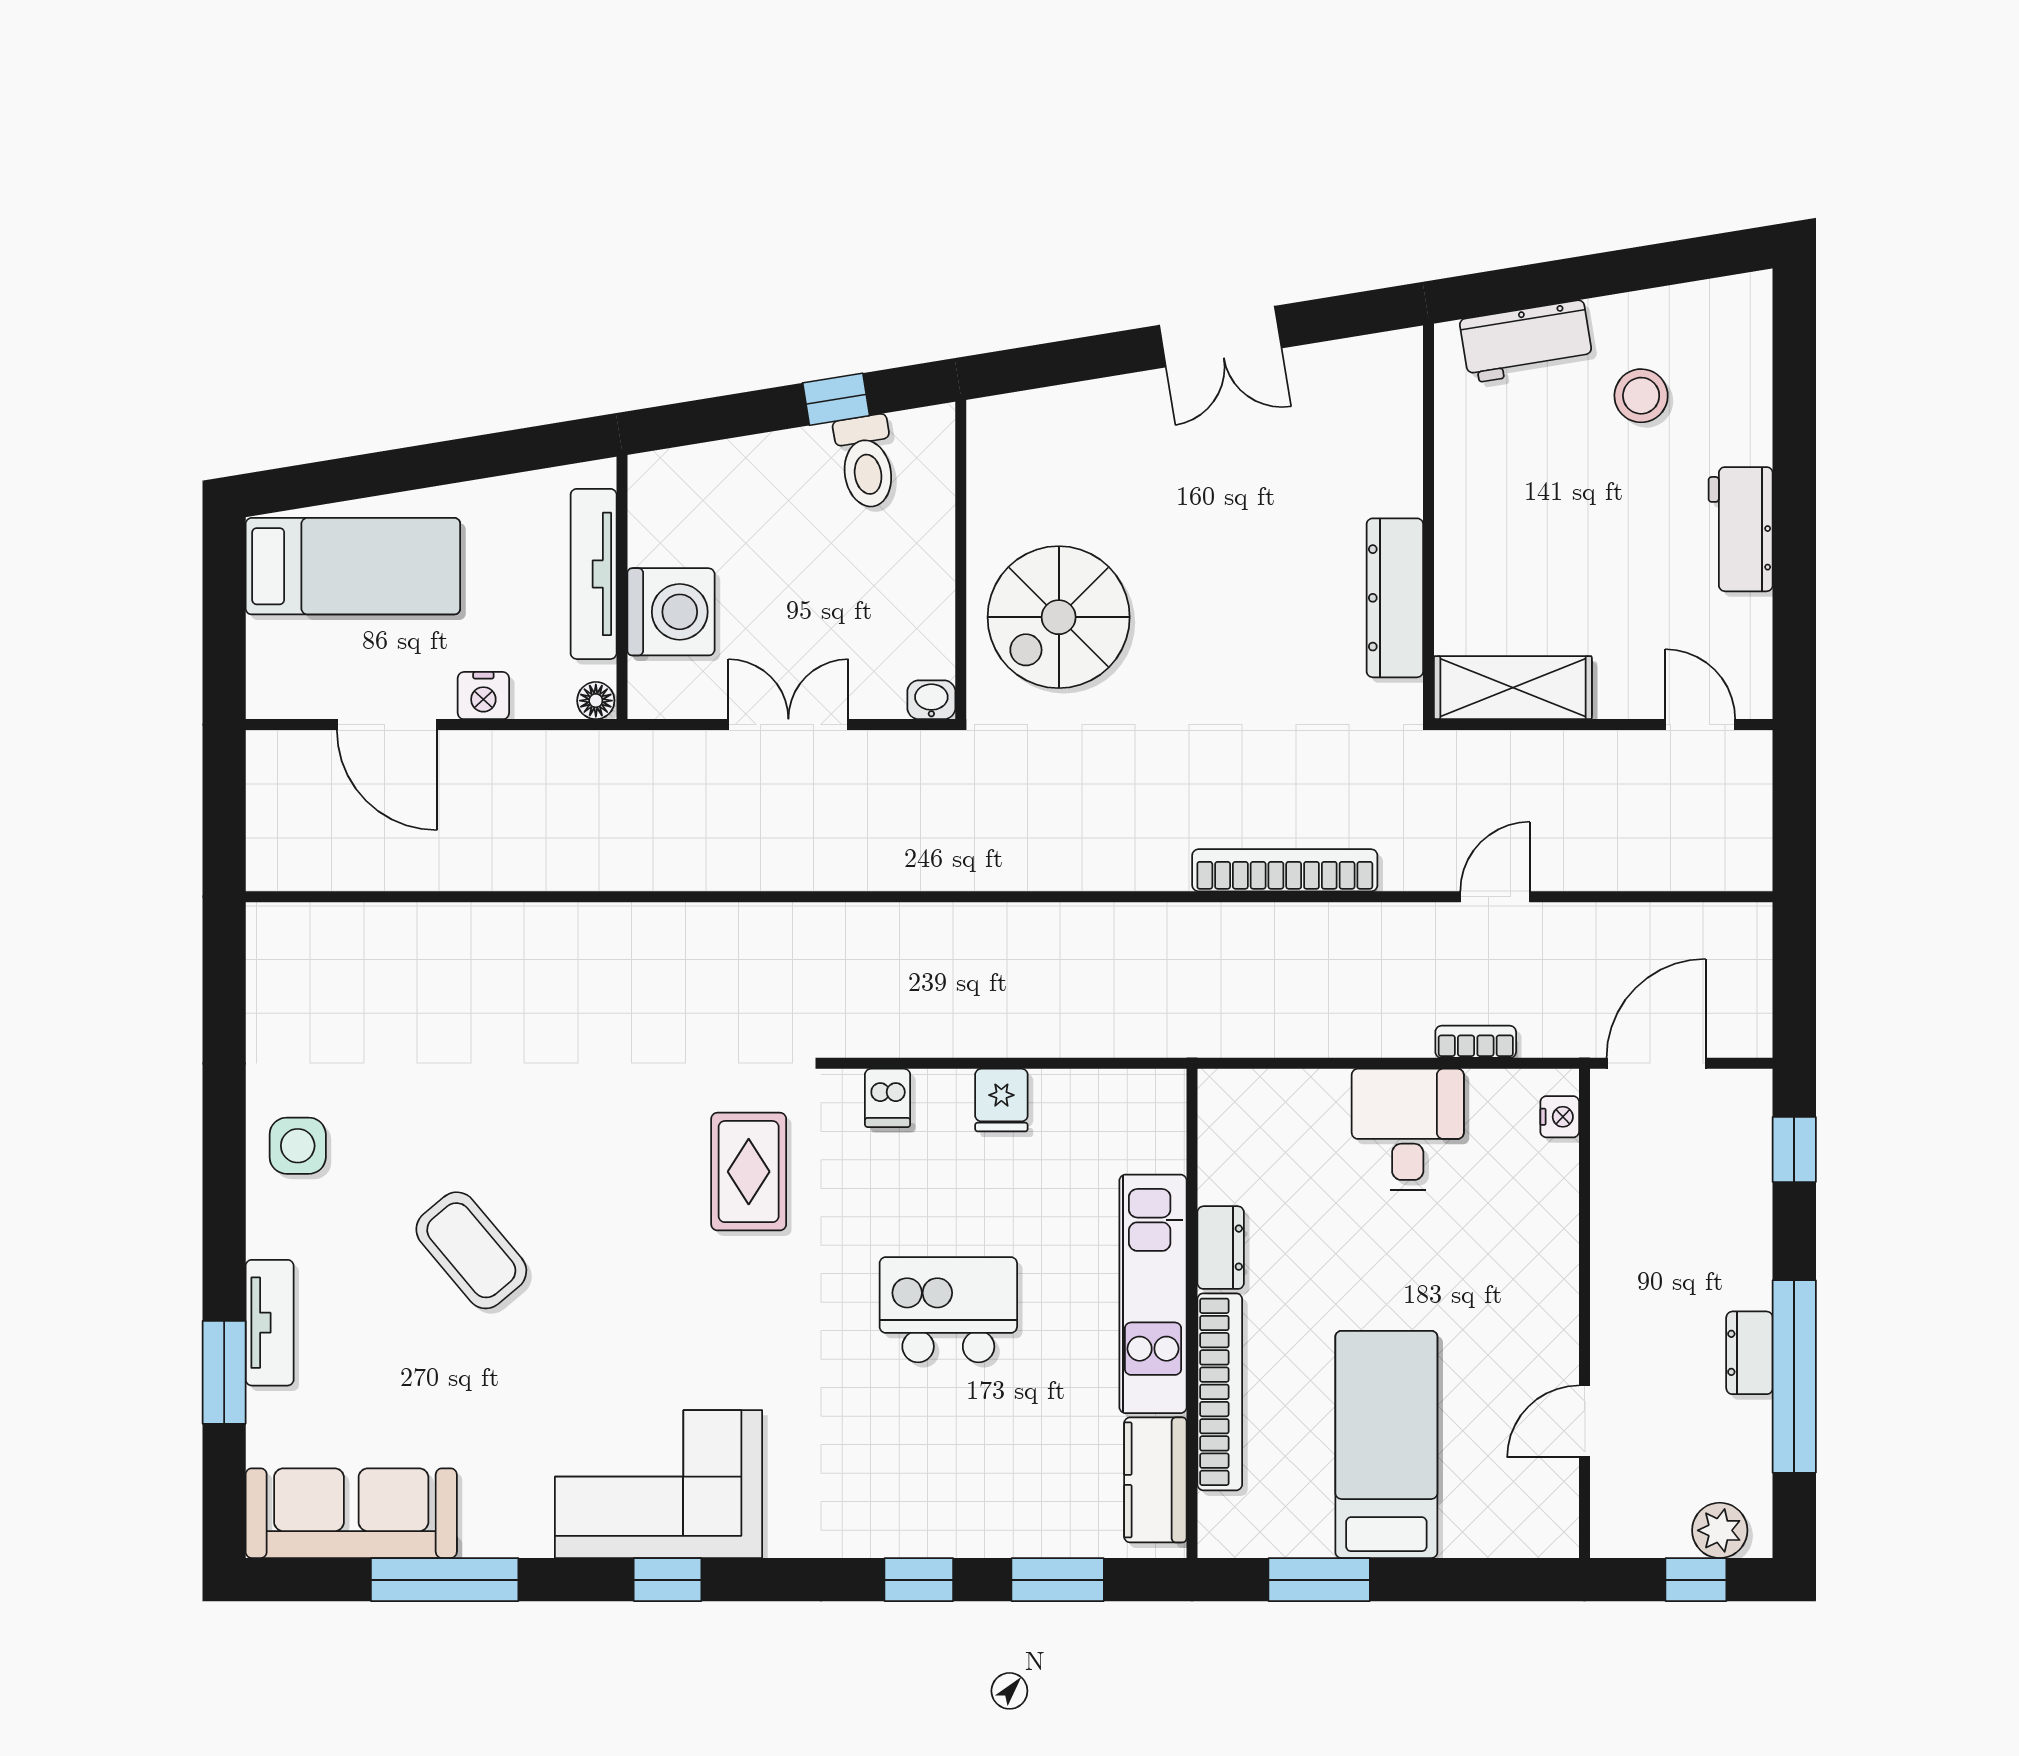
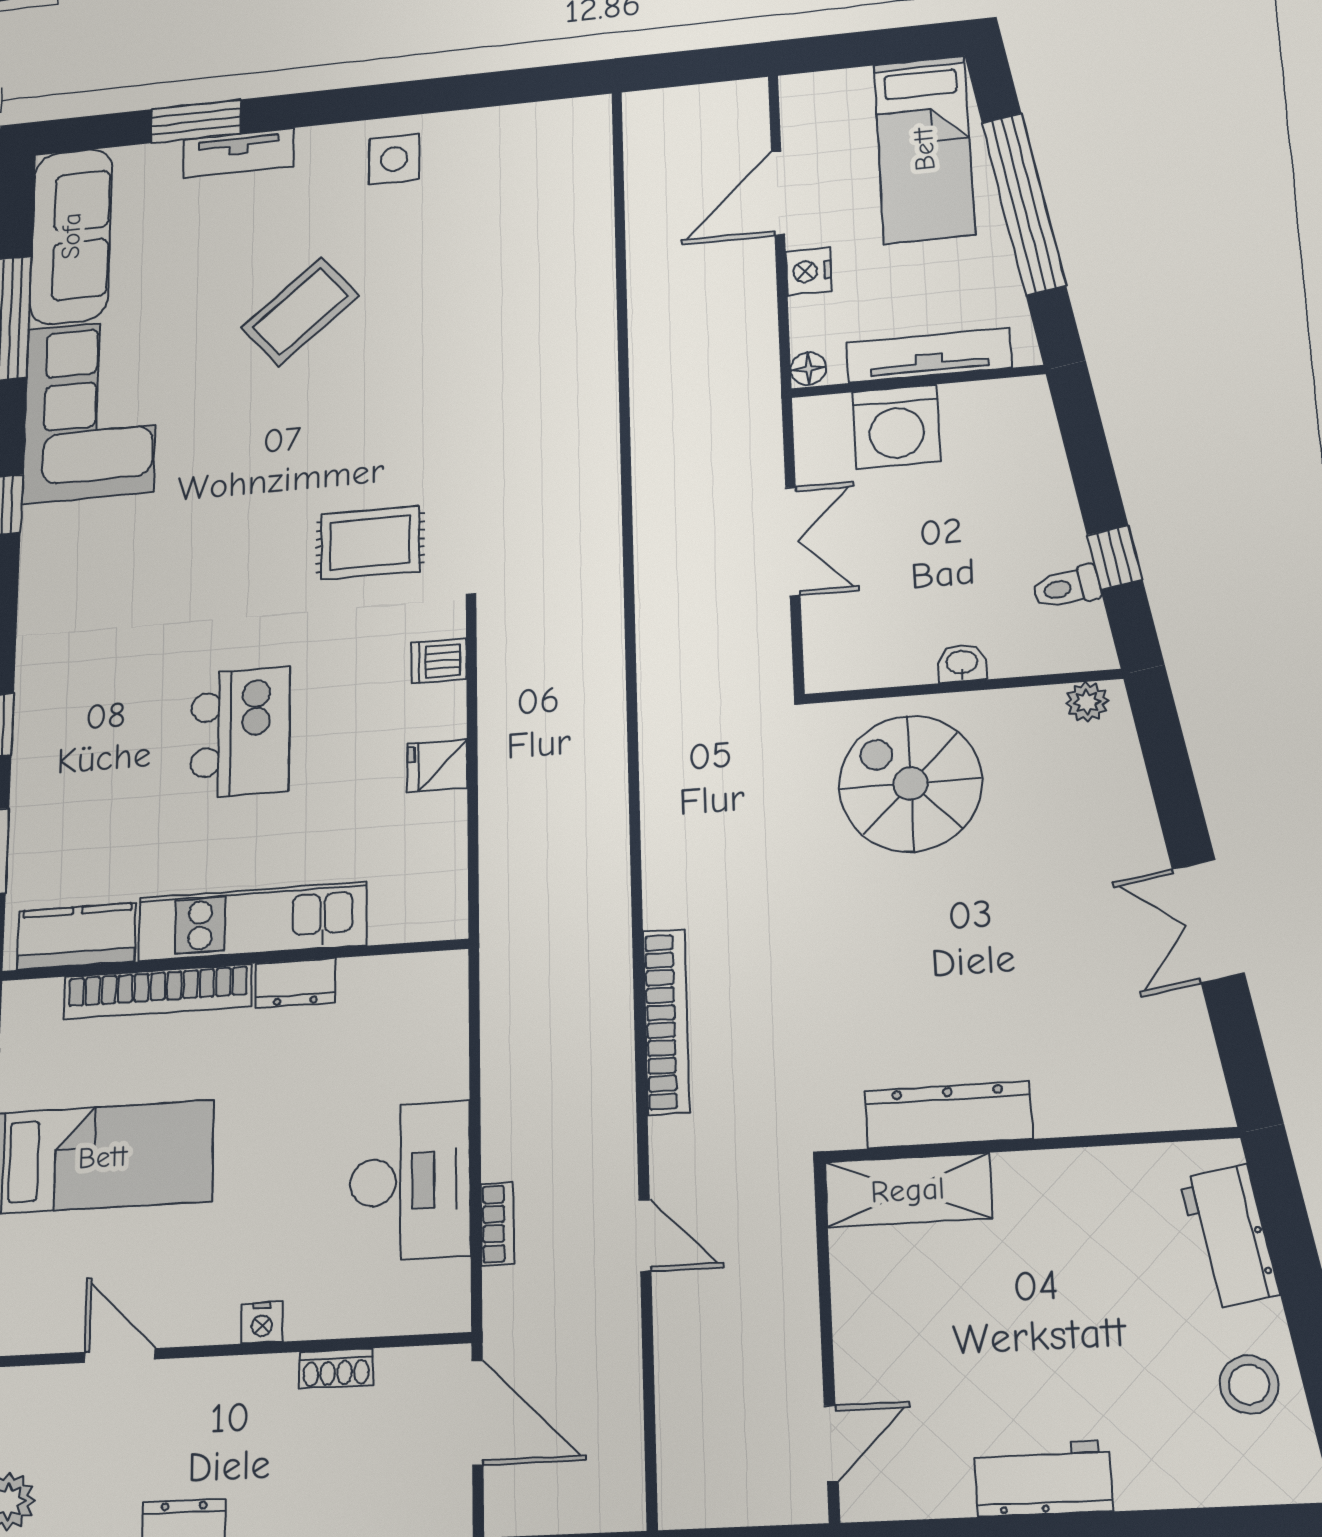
stool: (1641, 396) -> (1249, 1384), moved
plant: (987, 437) -> (1087, 702), added
toilet: (866, 462) -> (1066, 587), width x0.73, depth x0.72
window: (429, 465) -> (1024, 204), added
shelving: (1513, 688) -> (908, 1190), moved, turned 90
washbasin: (931, 700) -> (962, 663), moved, turned -90
nightstand: (1560, 1117) -> (262, 1323), moved
desk: (1408, 1129) -> (410, 1181), width x1.37
shoe rack: (1608, 1203) -> (336, 1369), added
corner sofa: (658, 1484) -> (90, 410), moved

